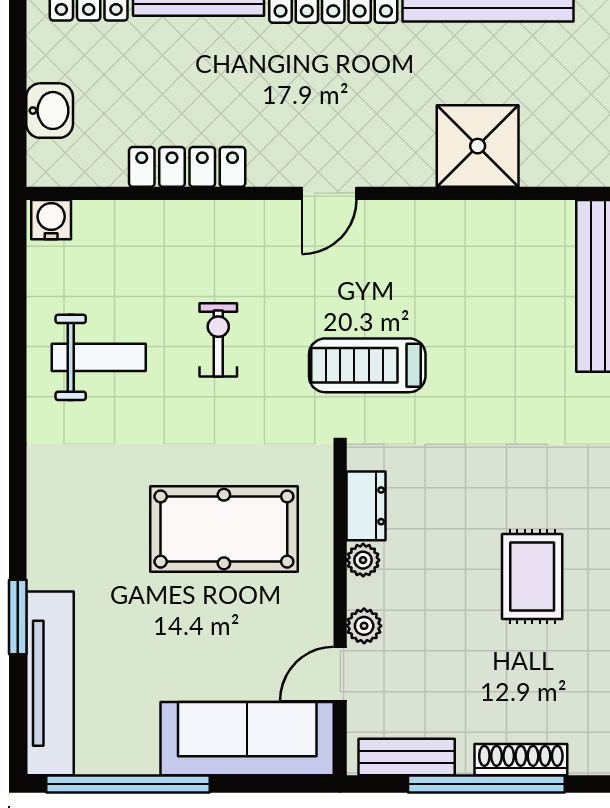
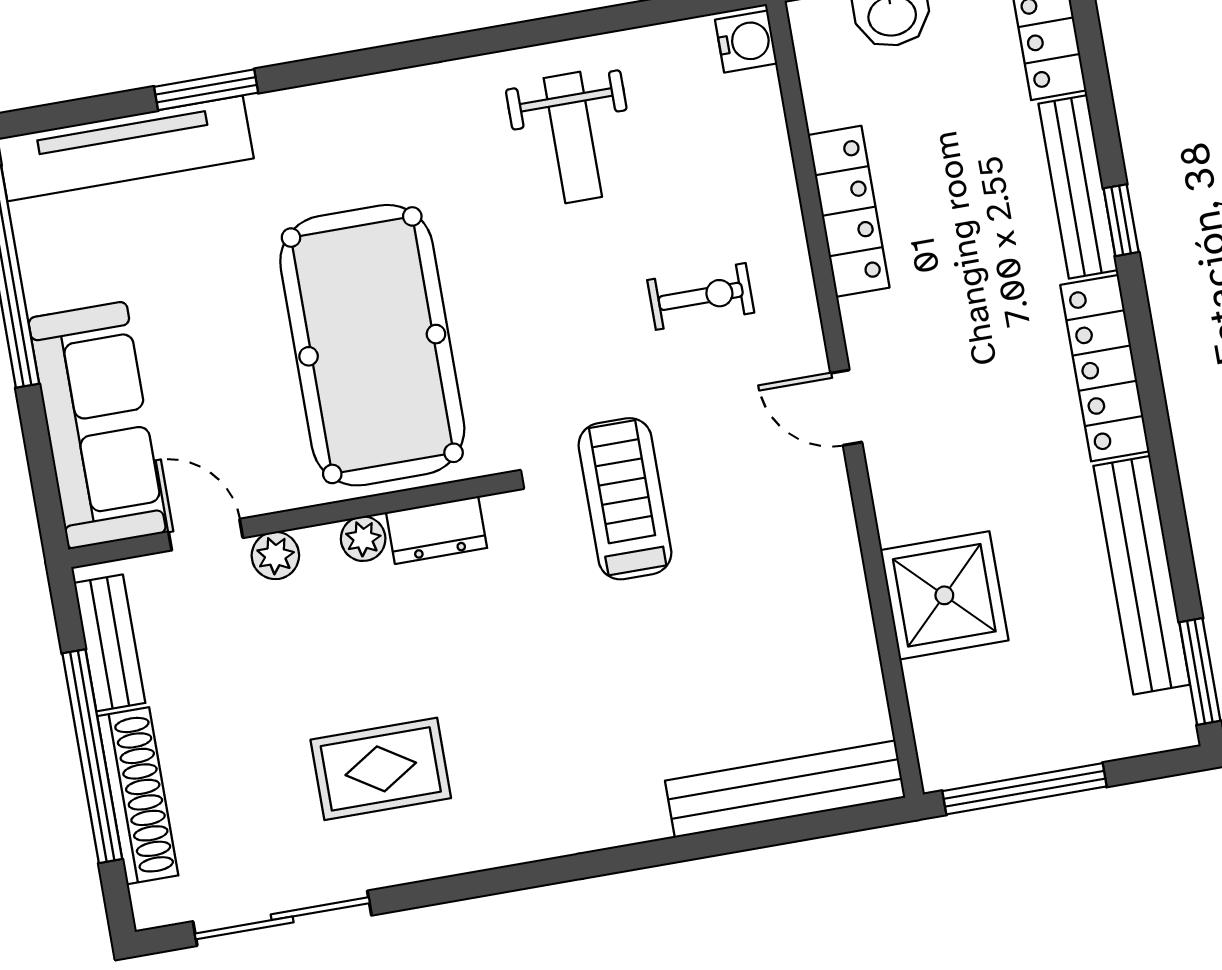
exercise bike: (218, 340) -> (701, 296), moved
pool table: (224, 529) -> (372, 345), width x1.36, depth x1.32
shoe rack: (521, 760) -> (138, 796), width x1.36, depth x1.24

